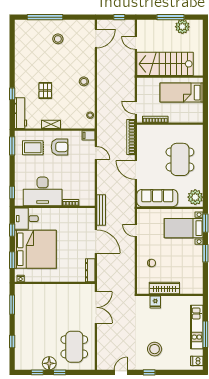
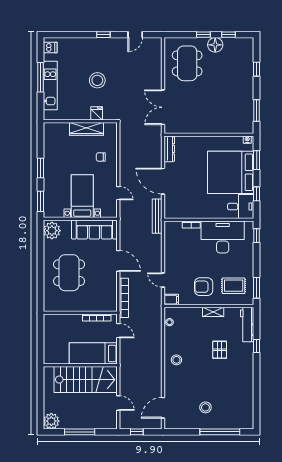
plant: (182, 27) -> (51, 421), moved
bed: (182, 93) -> (93, 353), moved, turned 180
bed with nightstands: (184, 228) -> (82, 196), moved, turned -90
stool: (155, 349) -> (97, 80), moved

